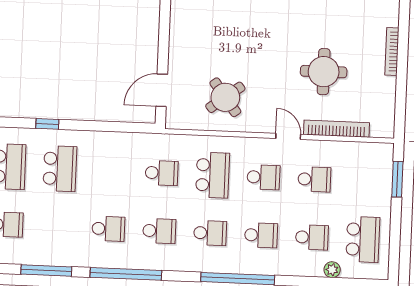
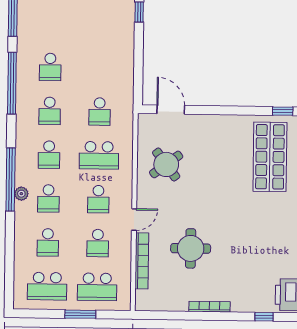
school desk: (60, 169) -> (97, 287), moved
window: (397, 179) -> (80, 314), moved
plant: (332, 270) -> (21, 194), moved

